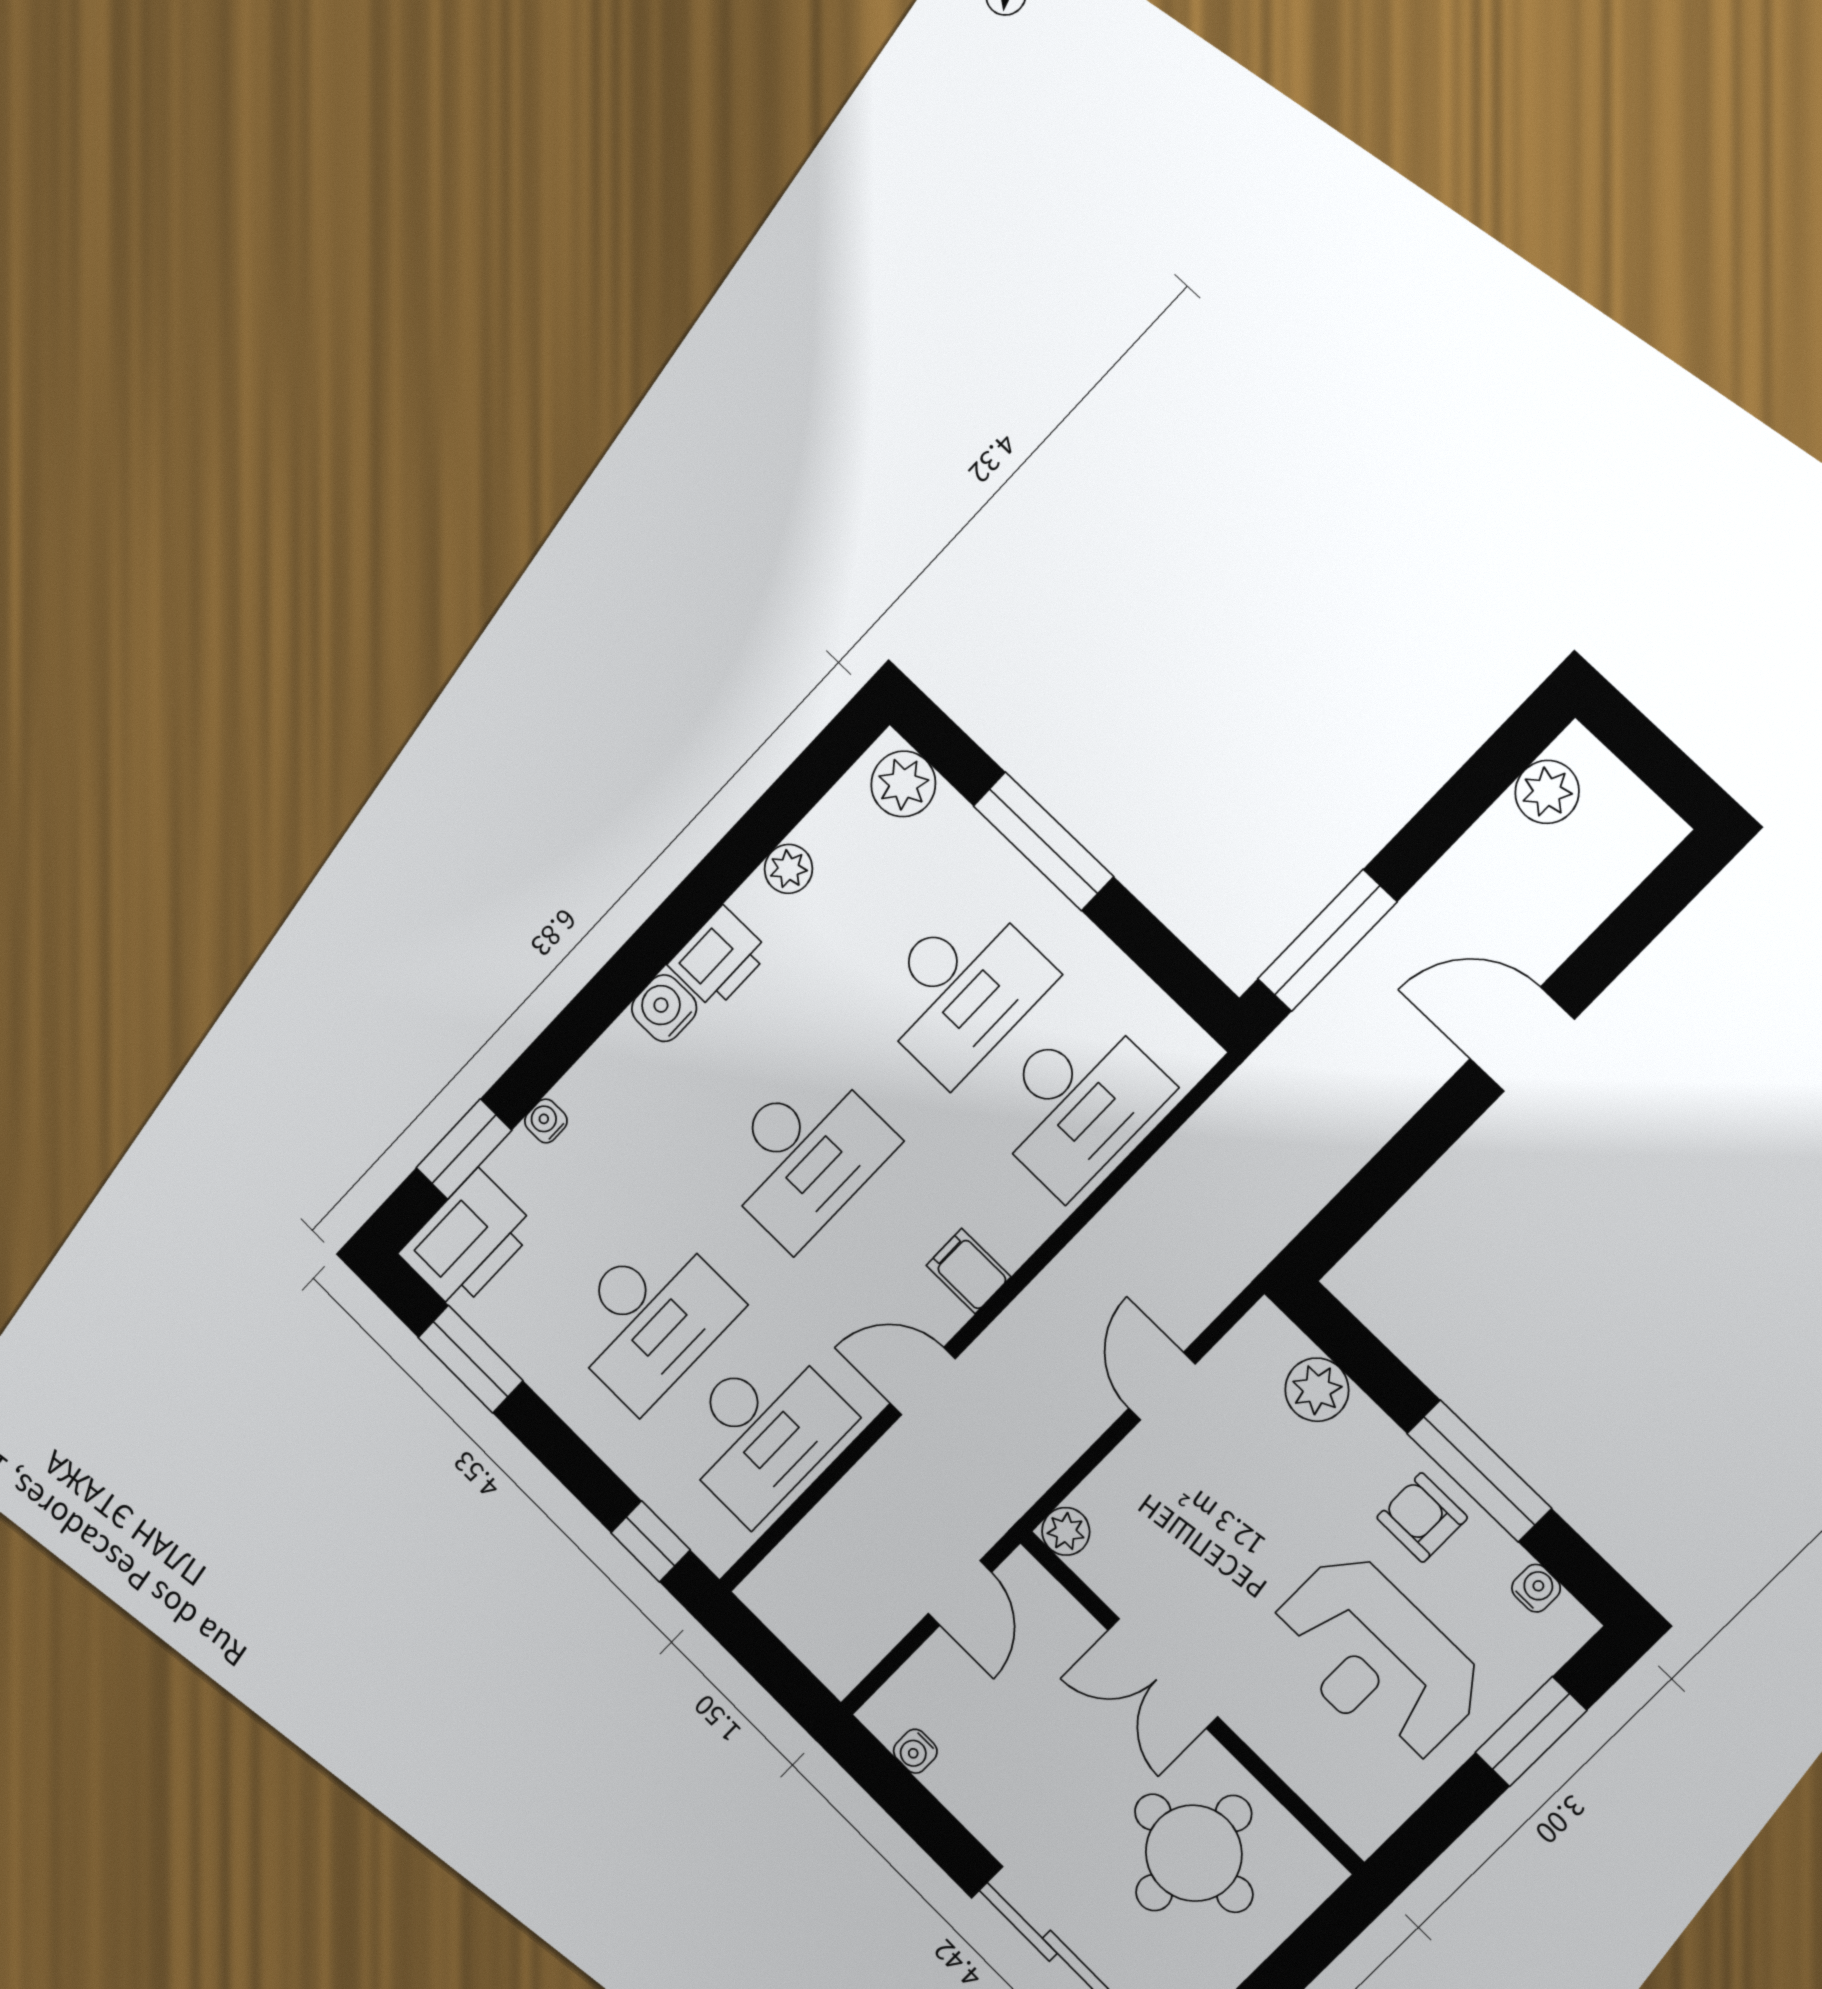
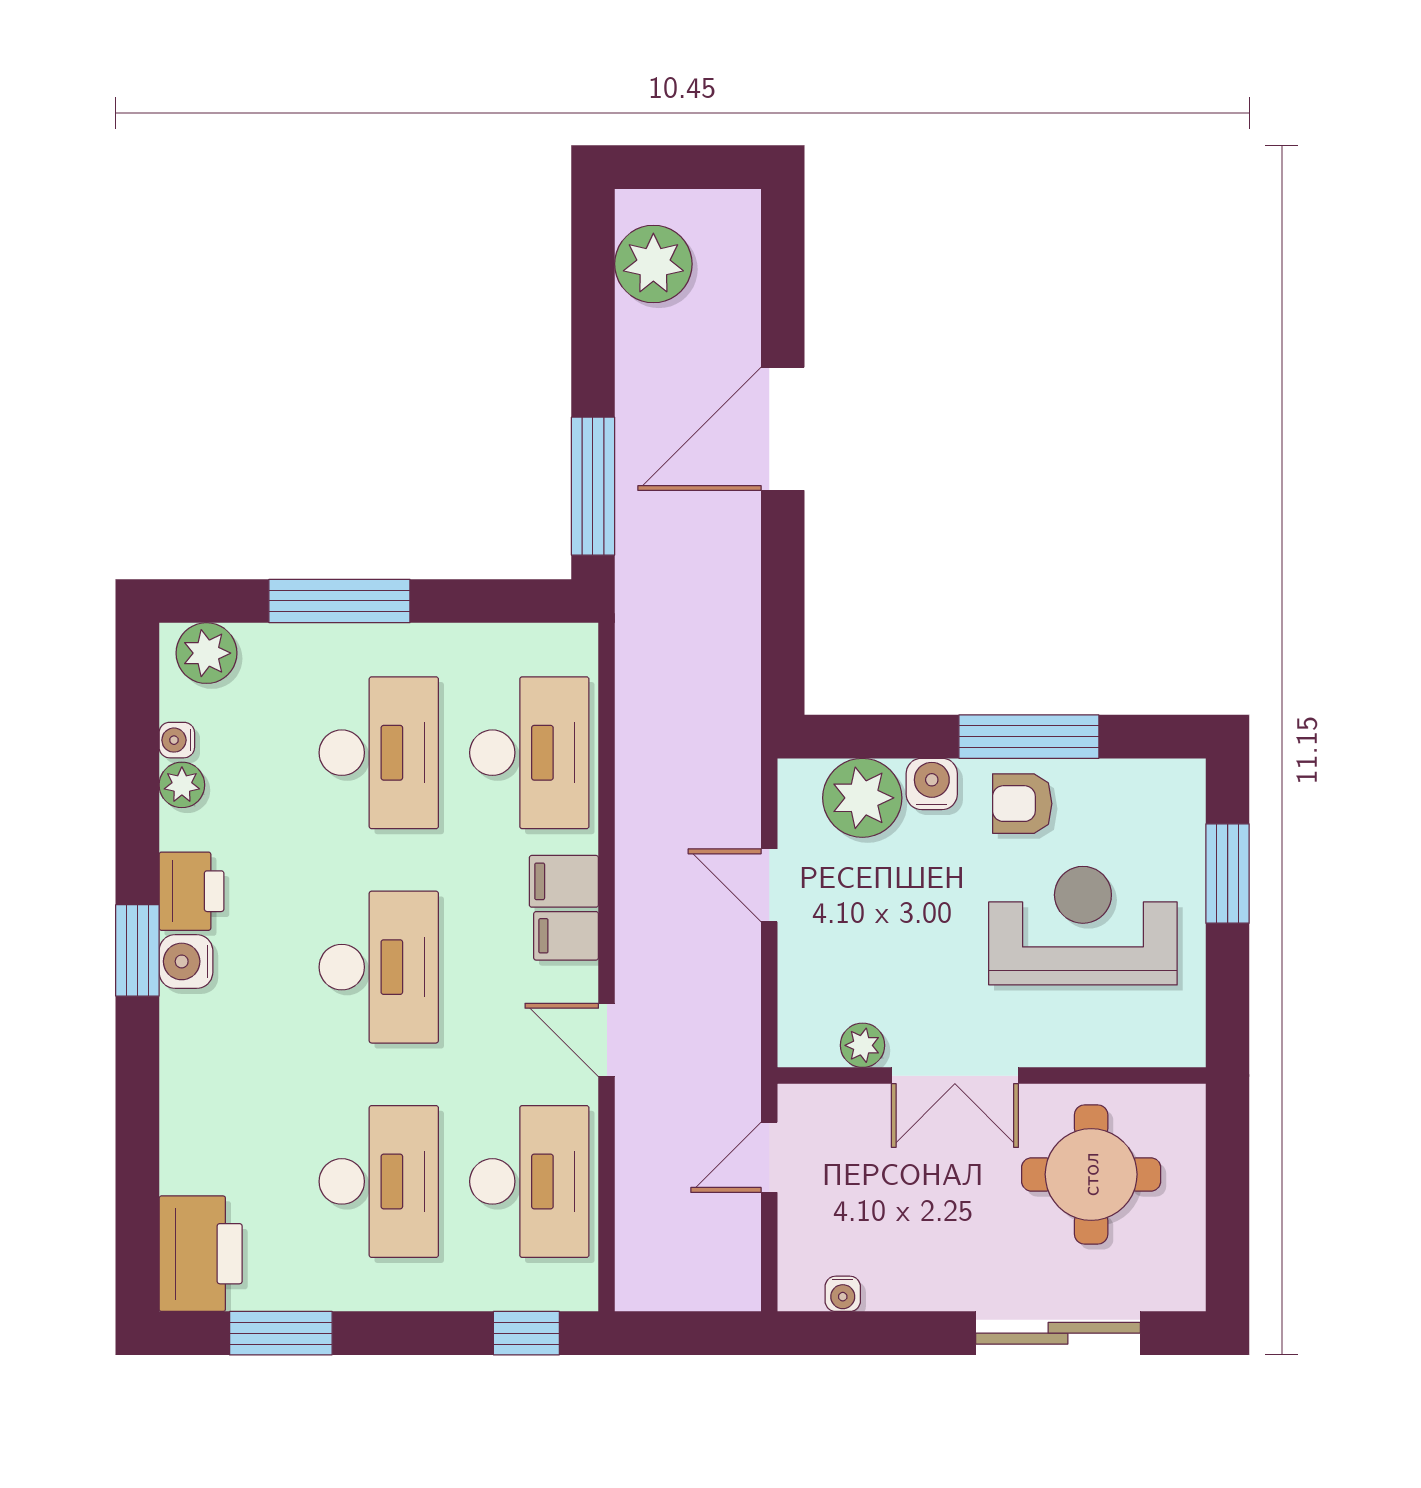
plant: (1547, 792) -> (653, 264), width x1.36, depth x1.36
door: (1522, 1039) -> (783, 429), width x1.36
water cooler: (546, 1121) -> (177, 740), moved
window: (464, 1149) -> (137, 950), moved
filing cabinet: (1007, 1228) -> (564, 881), added
door: (923, 1381) -> (607, 1040), hinge flipped
plant: (1317, 1390) -> (862, 798), width x1.36, depth x1.36
plant: (1066, 1531) -> (862, 1045), moved
water cooler: (1536, 1588) -> (932, 784), moved, width x1.38, depth x1.38
door: (960, 1593) -> (769, 1157), swing flipped
reception desk: (1376, 1658) -> (1083, 926), turned 180

